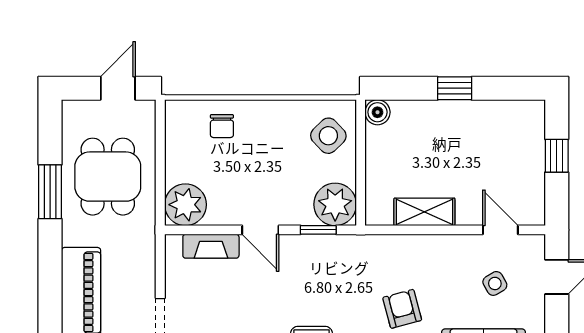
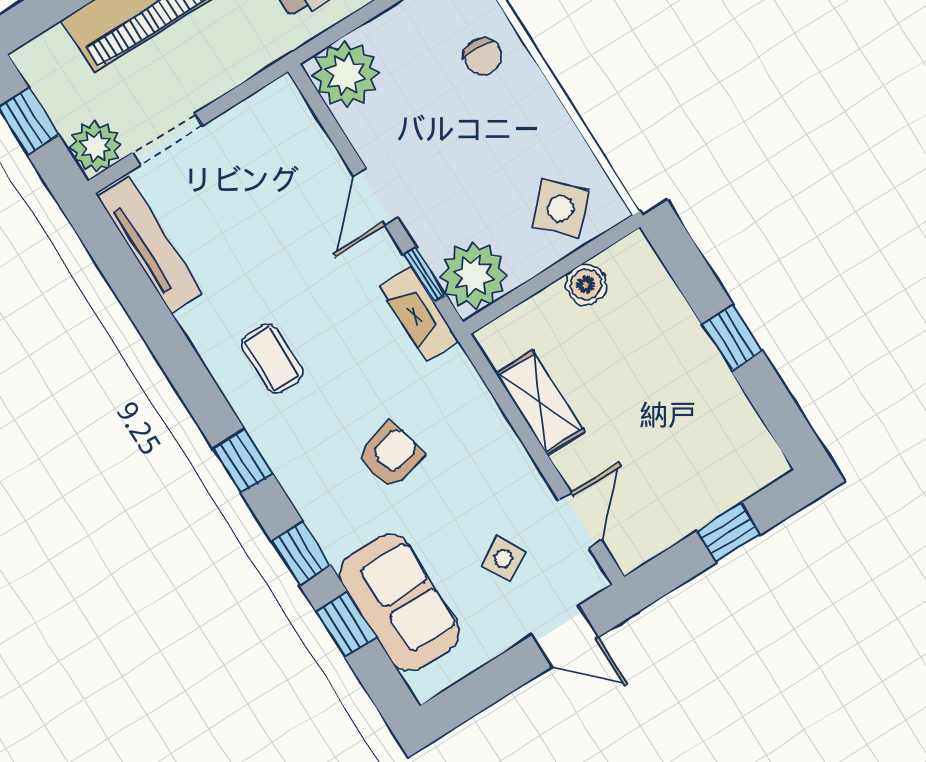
boiler: (377, 112) -> (586, 285), moved
chair: (222, 126) -> (483, 56), turned -90
fireplace: (211, 246) -> (419, 313), moved

